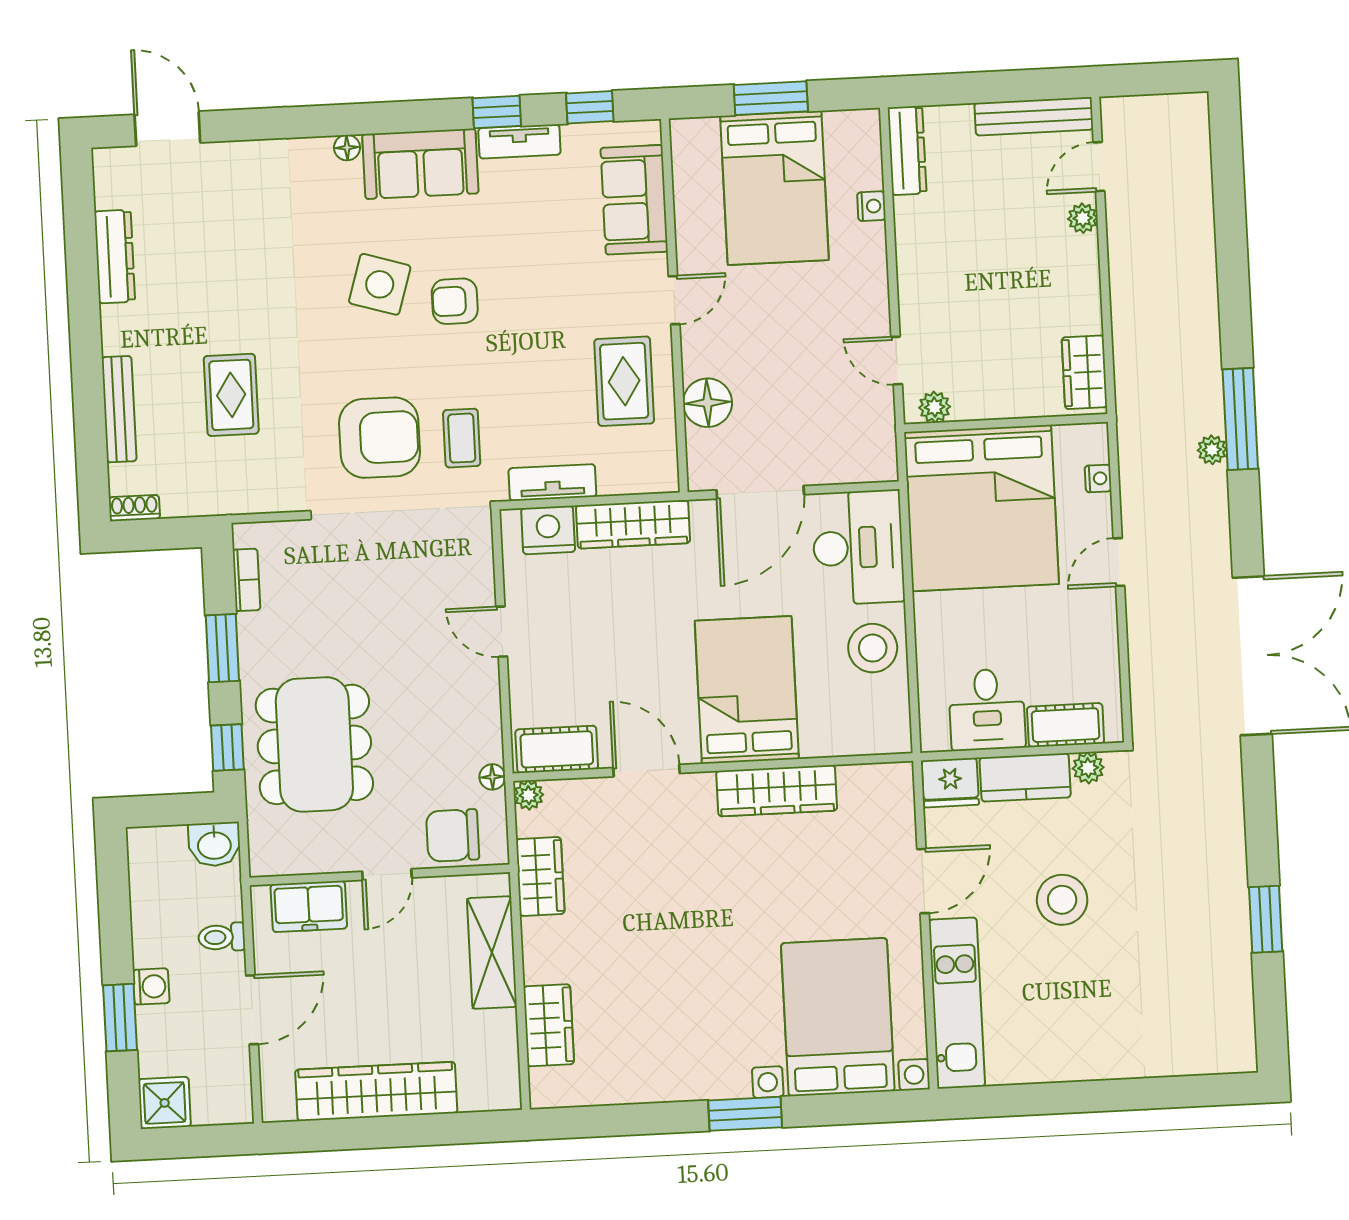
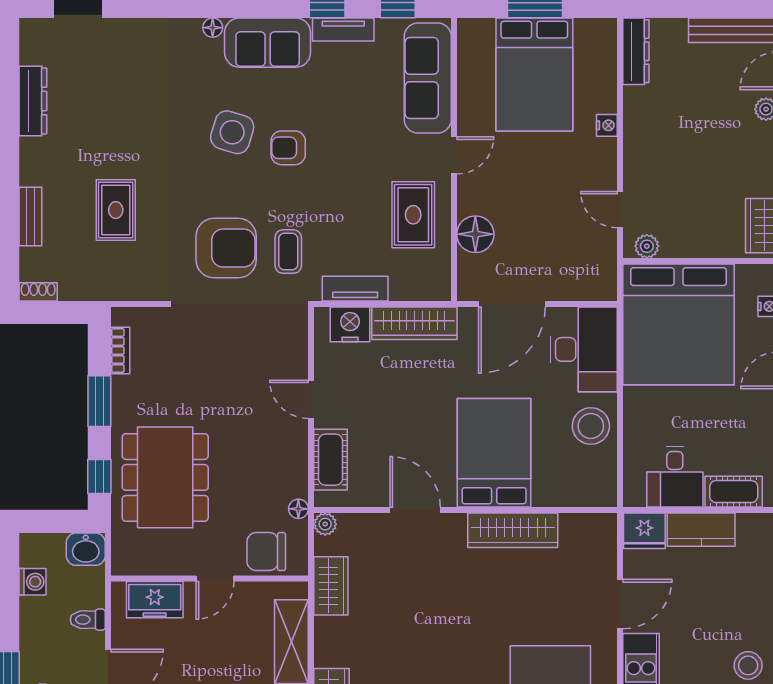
sofa: (634, 200) -> (428, 78), width x1.36
nightstand: (871, 206) -> (607, 125), moved
bench: (119, 409) -> (30, 217), width x0.73
cot: (557, 749) -> (331, 460), moved, turned 90
plant: (1088, 768) -> (749, 525), removed
stool: (1062, 900) -> (748, 665), moved, width x0.73, depth x0.73
washing machine: (151, 986) -> (33, 582), moved

